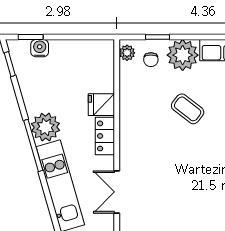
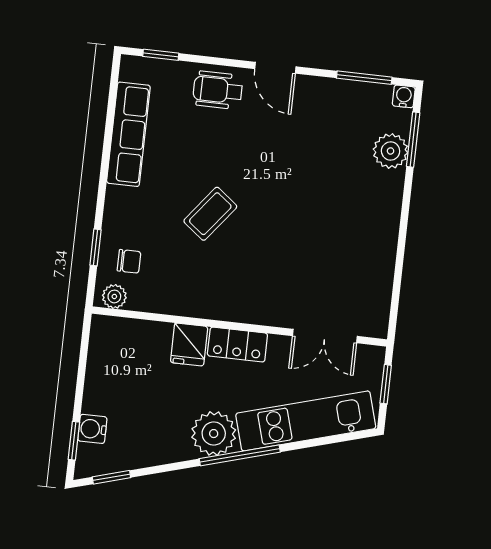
plant: (183, 55) -> (127, 212), removed

